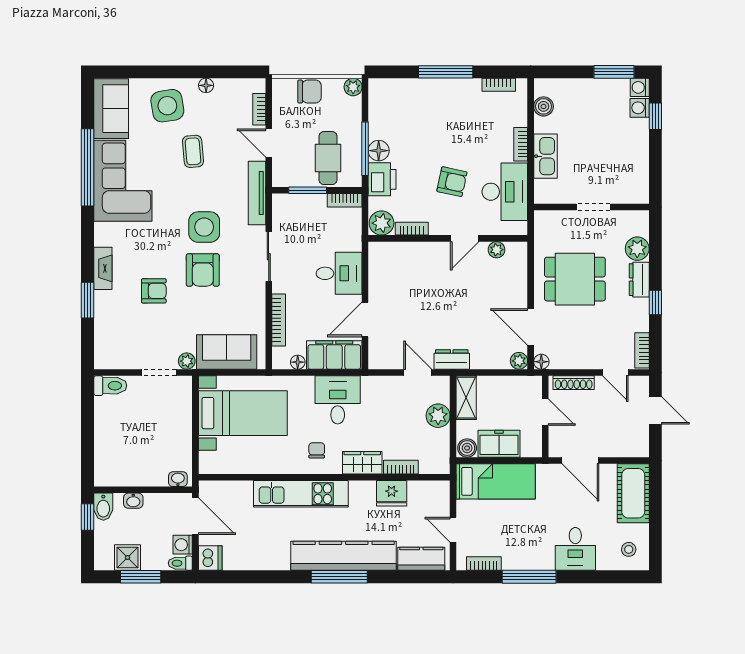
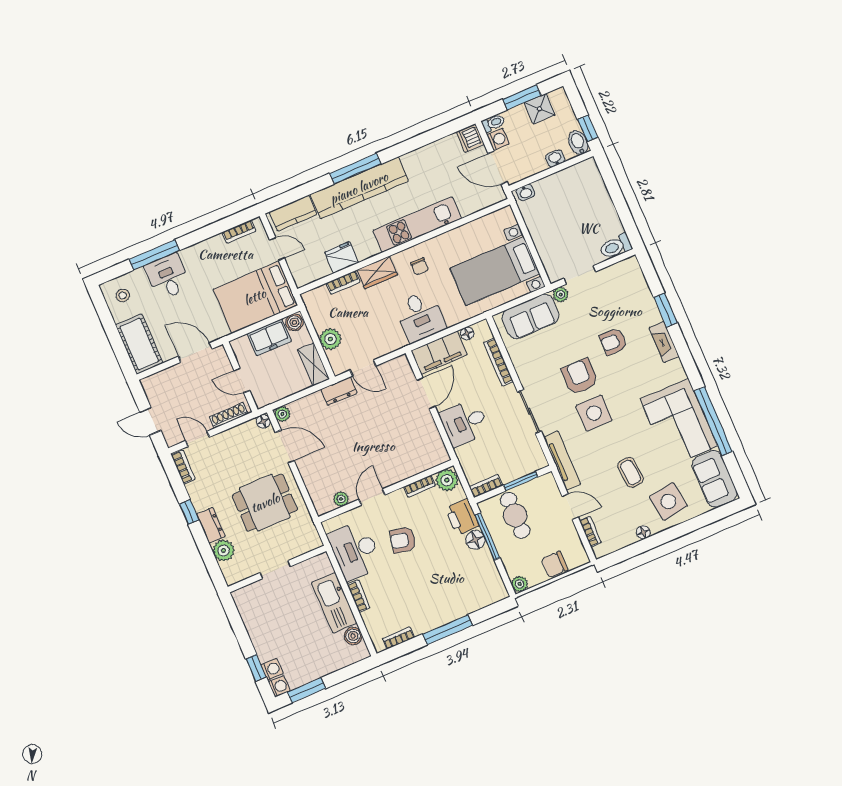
kitchen sink: (545, 156) -> (334, 603), width x1.36, depth x1.24
bed: (496, 481) -> (255, 297), width x1.50
window: (529, 577) -> (154, 255), moved

